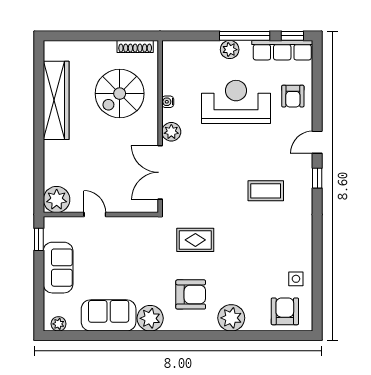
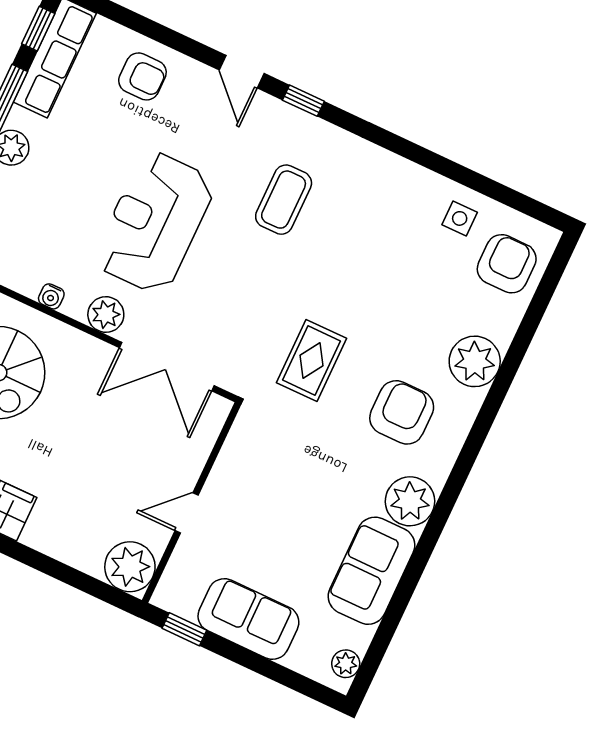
reception desk: (236, 102) -> (155, 222), moved
armchair: (285, 311) -> (507, 264), turned 90

